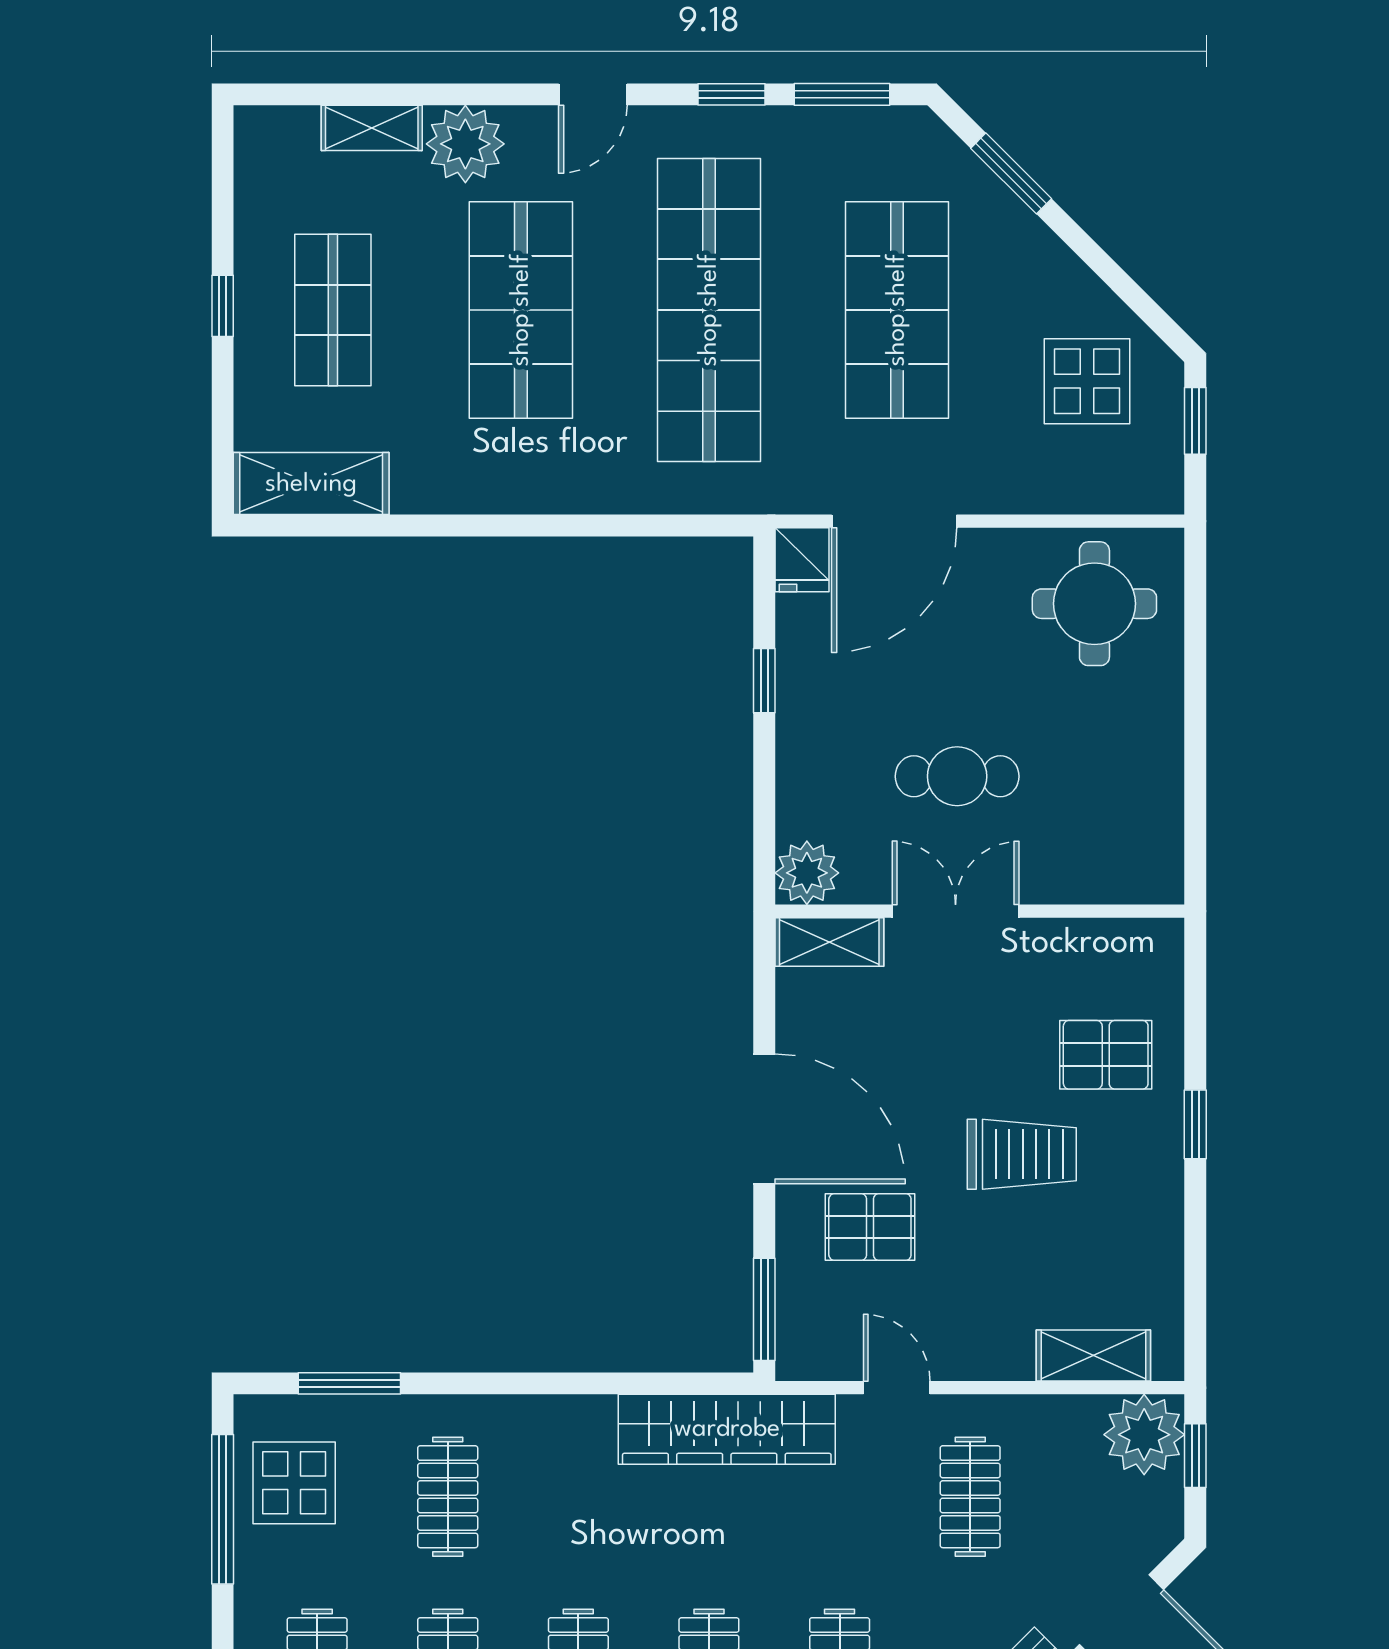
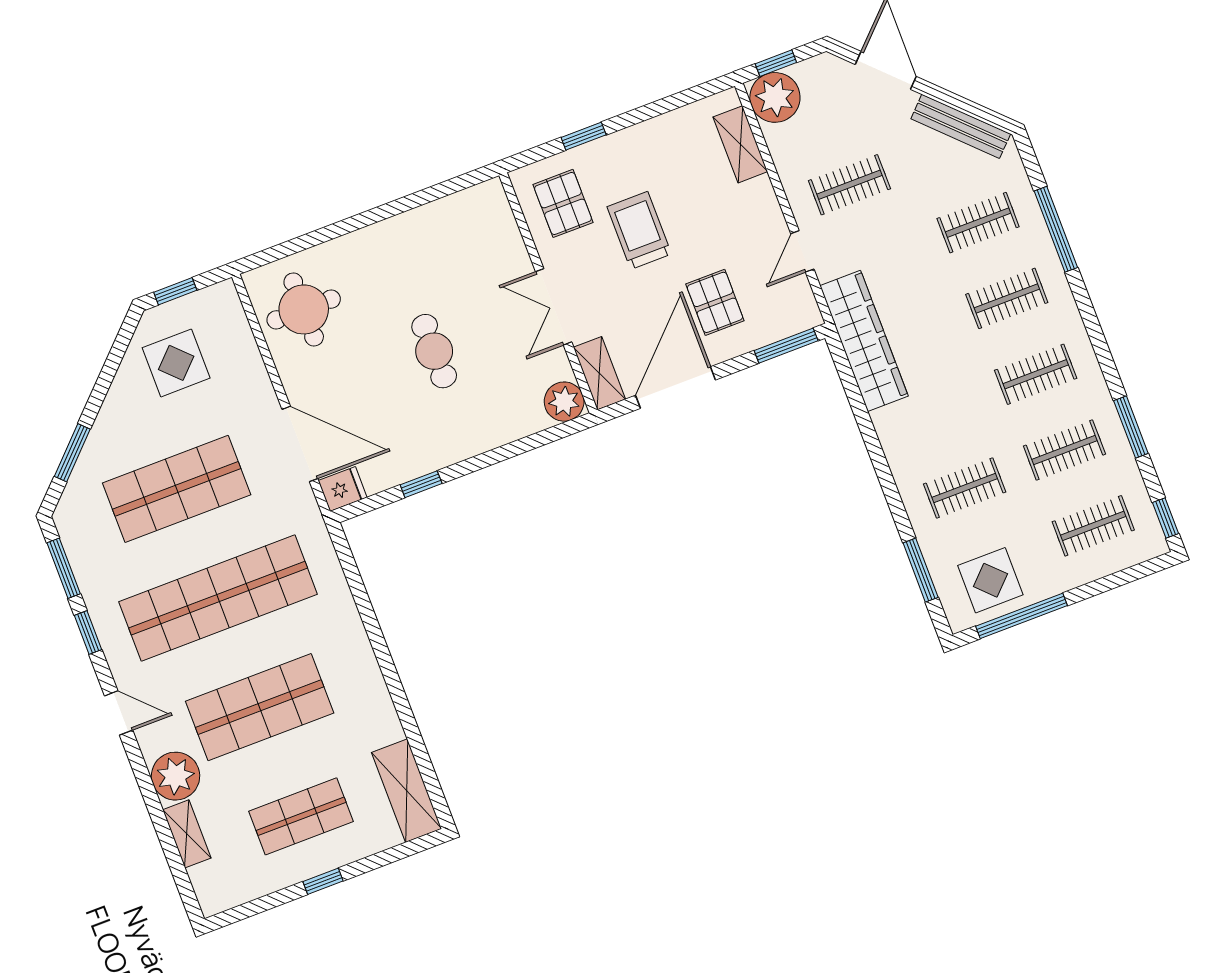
plant: (807, 873) -> (564, 402), moved
double door: (956, 911) -> (554, 307), moved
wall: (980, 911) -> (548, 293), moved
shelving: (829, 942) -> (599, 373), moved

